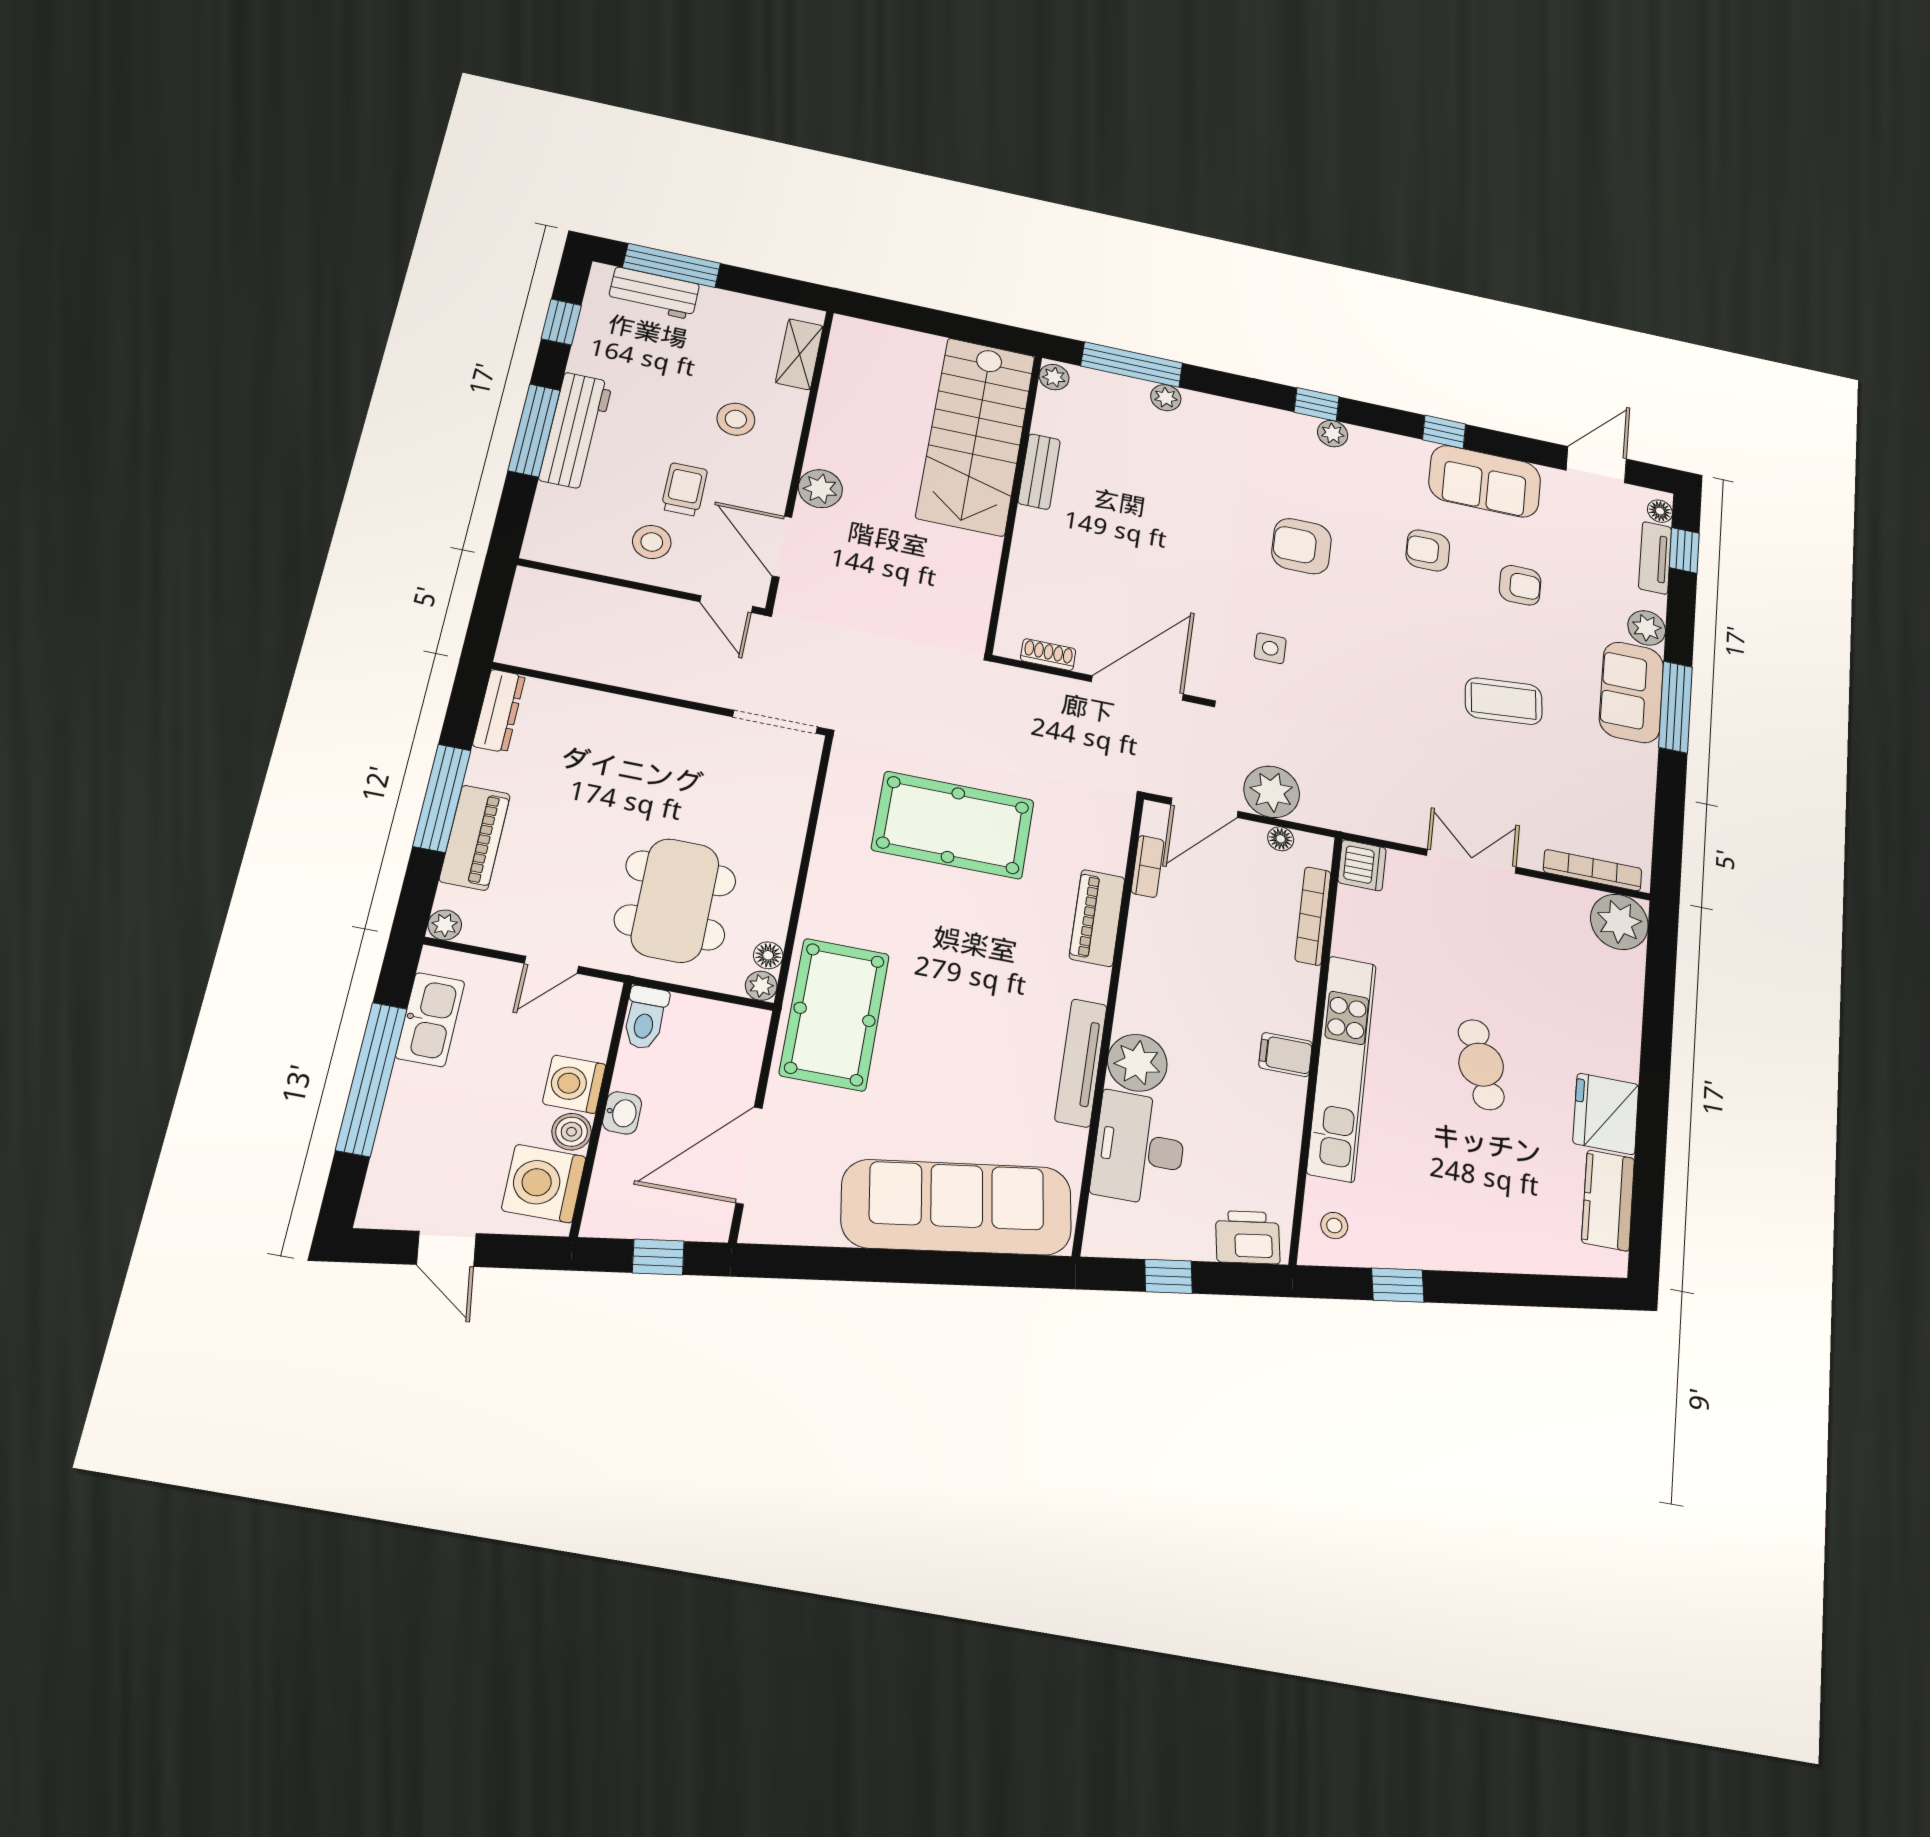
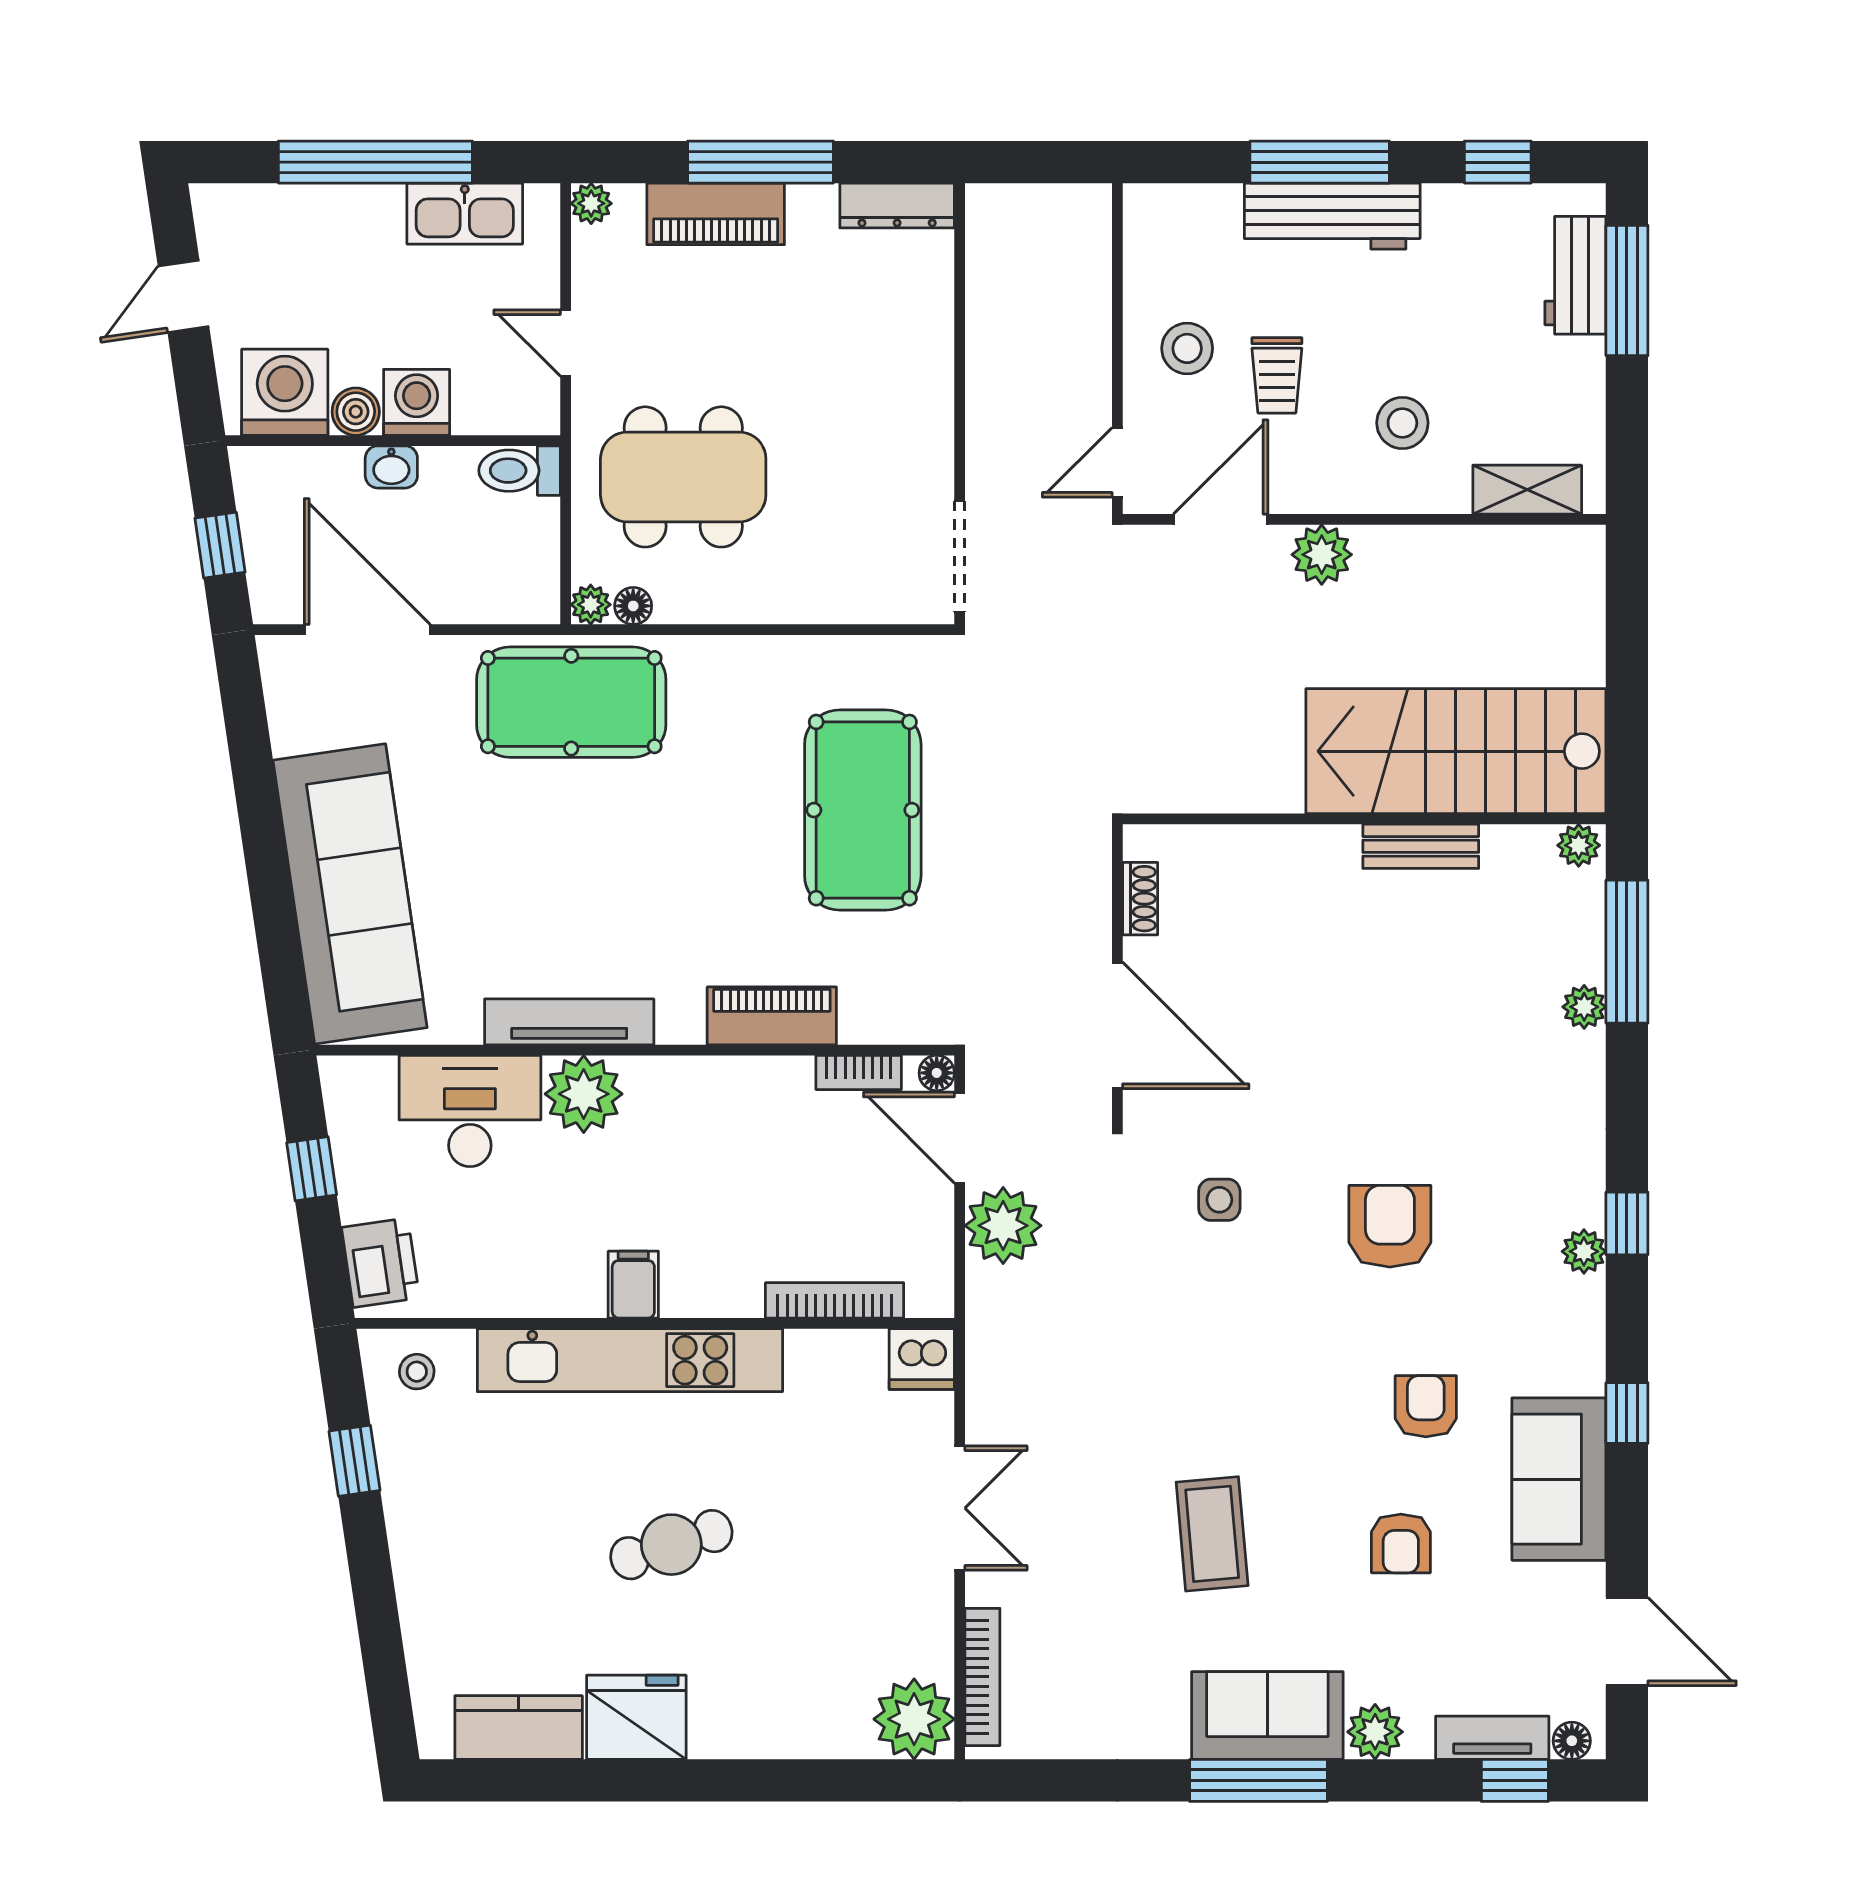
trolley: (684, 489) -> (1277, 375), turned 90
floor lamp: (1281, 839) -> (937, 1073), moved

